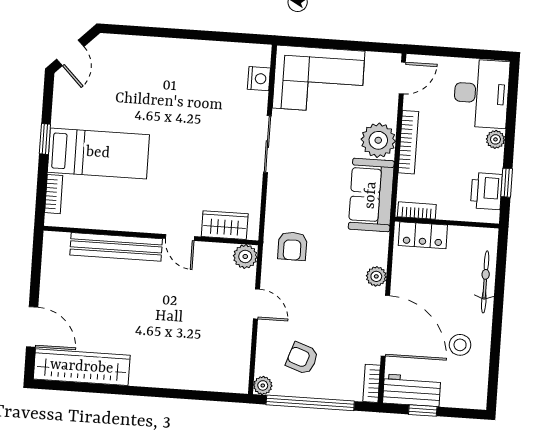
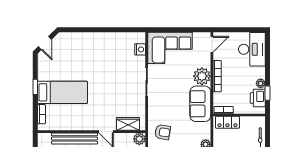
plant: (495, 139) -> (261, 83), moved
armchair: (292, 246) -> (163, 132), turned -81

